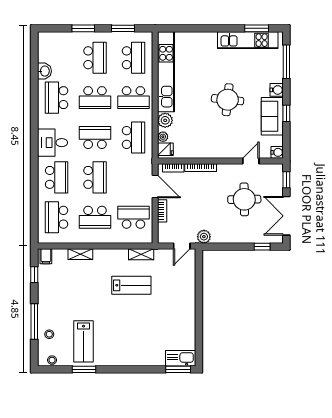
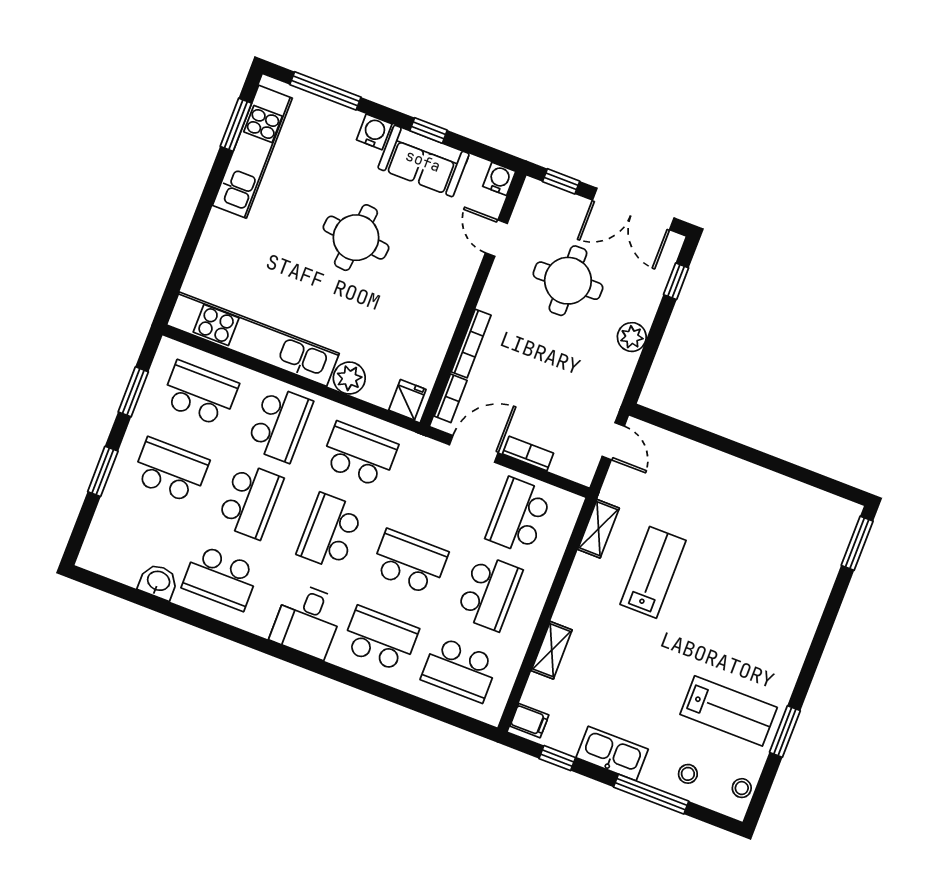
plant: (163, 137) -> (380, 395), removed
plant: (204, 237) -> (632, 337), moved
kitchen sink: (181, 358) -> (612, 753), moved, turned 90

